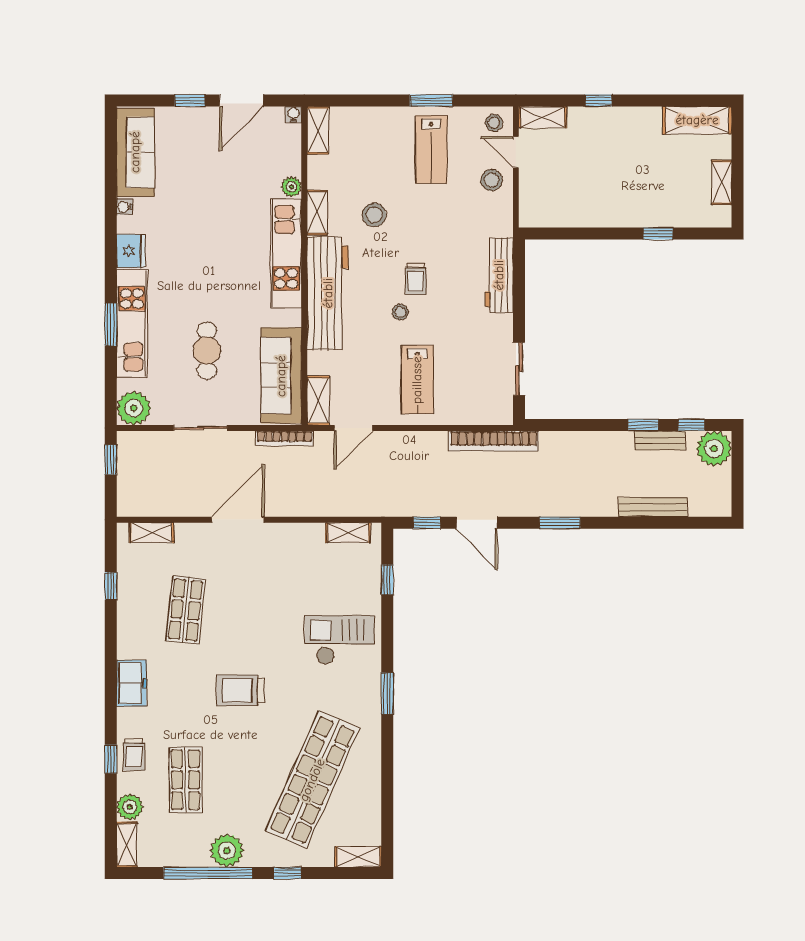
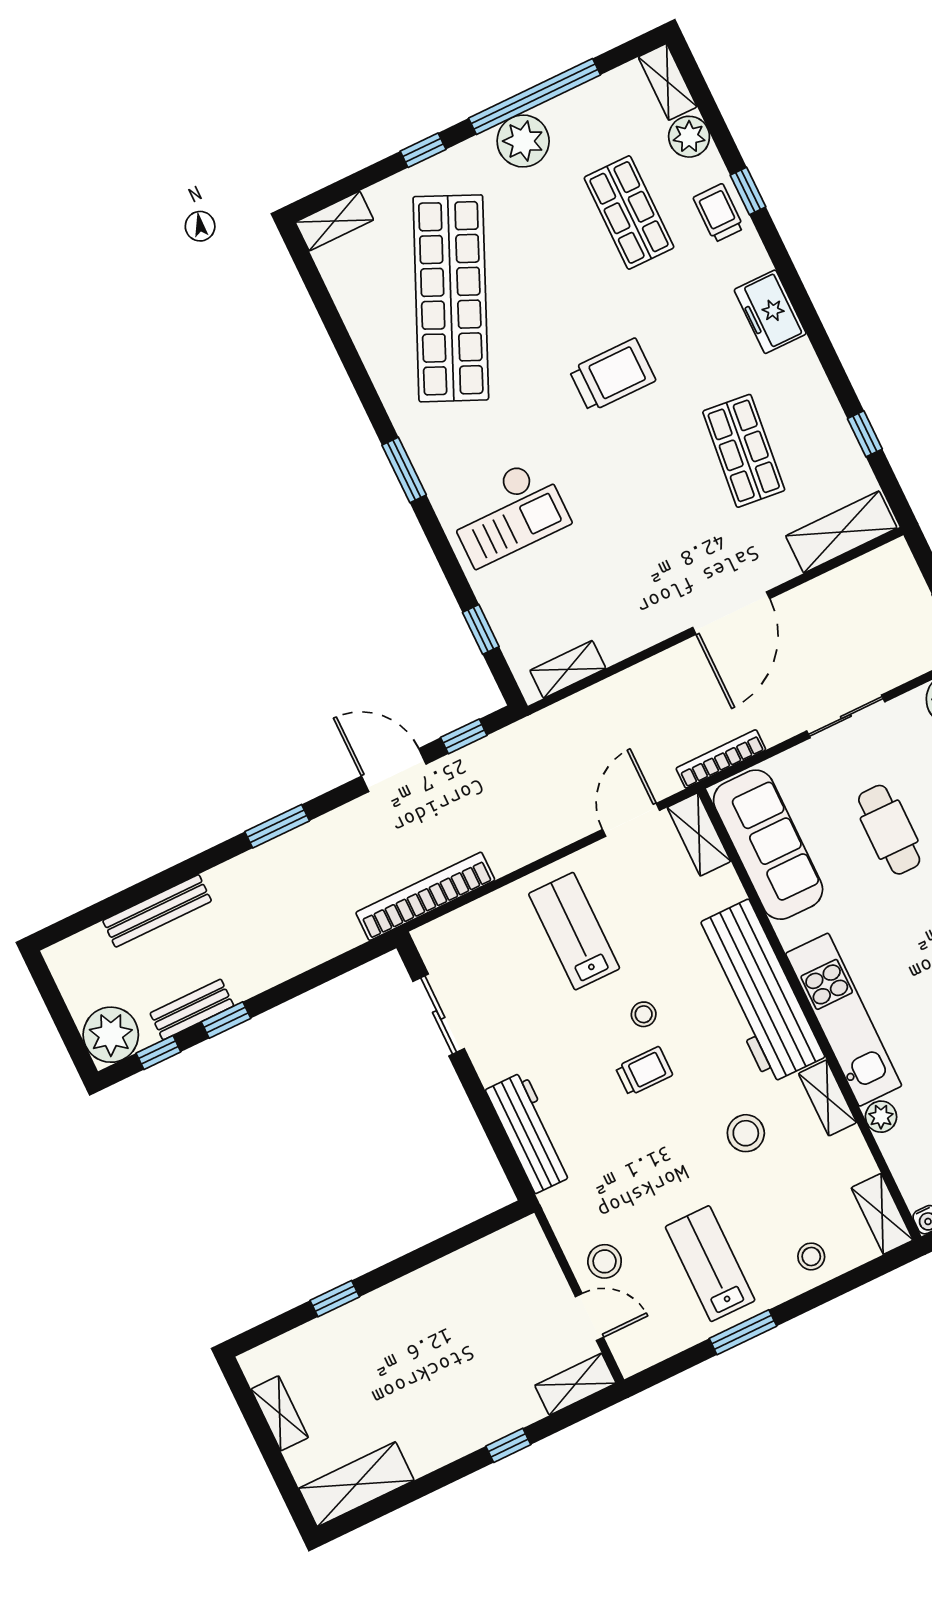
stool: (494, 123) -> (811, 1256), moved
trolley: (416, 279) -> (644, 1071), turned 90
shelving: (152, 533) -> (841, 532), width x1.50, depth x1.33

